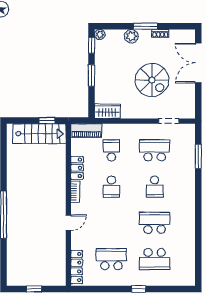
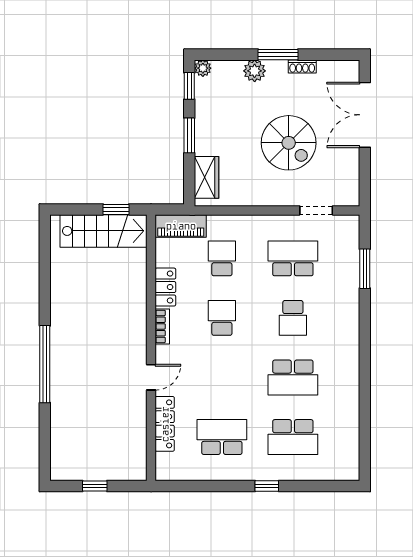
wardrobe: (107, 111) -> (207, 177), moved, turned 90
school desk: (111, 187) -> (222, 318), turned 180
school desk: (155, 223) -> (293, 377), turned 180
locker: (77, 267) -> (165, 424), moved

